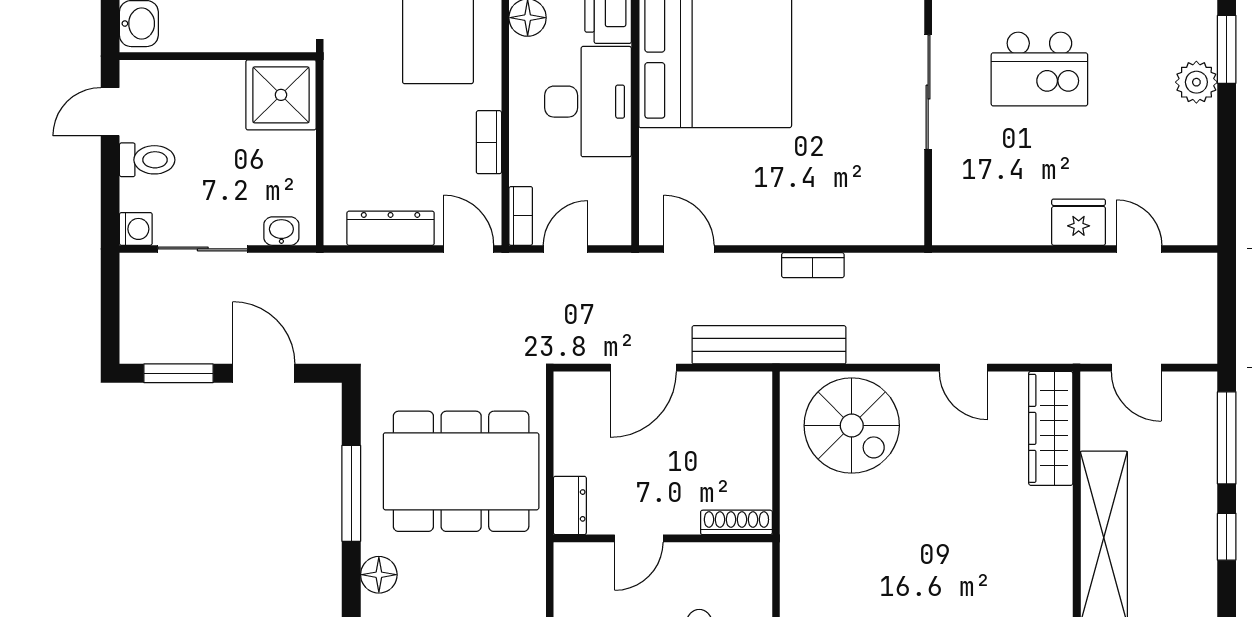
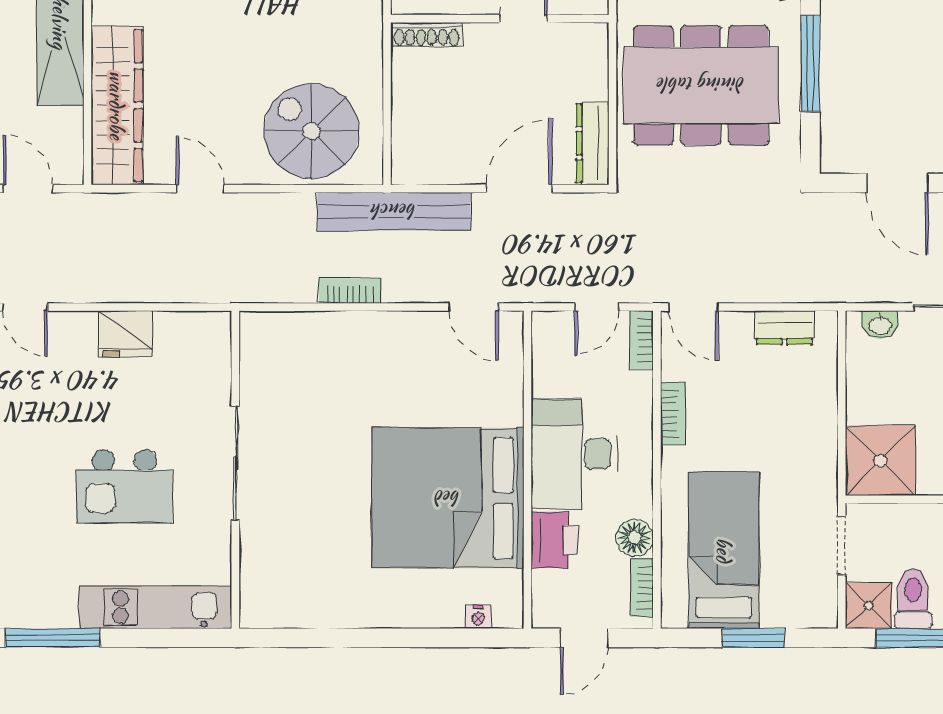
kitchen island: (1039, 69) -> (124, 486), turned 180
fridge: (1079, 222) -> (126, 334), moved
dresser: (391, 228) -> (784, 328), width x0.70
wardrobe: (1051, 428) -> (117, 105), width x1.40, depth x1.17
dresser: (570, 505) -> (592, 143), moved, width x1.44

